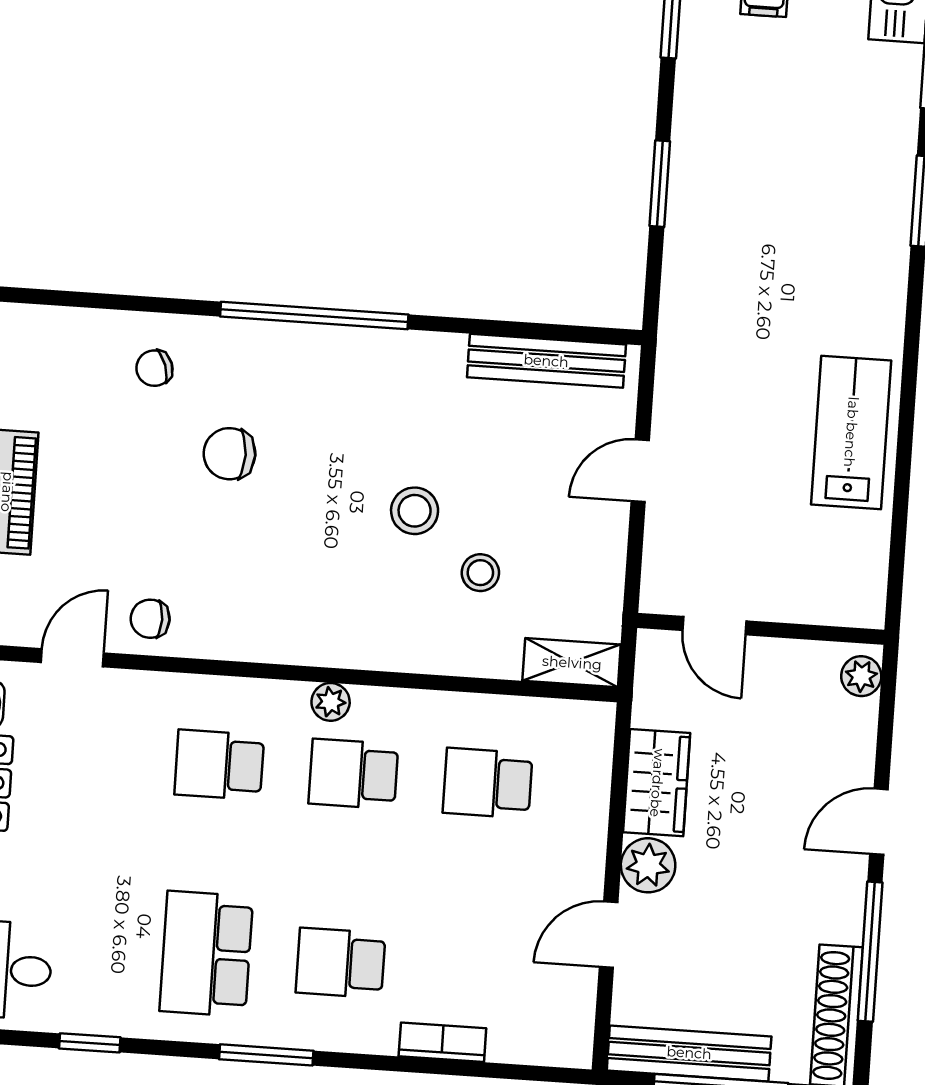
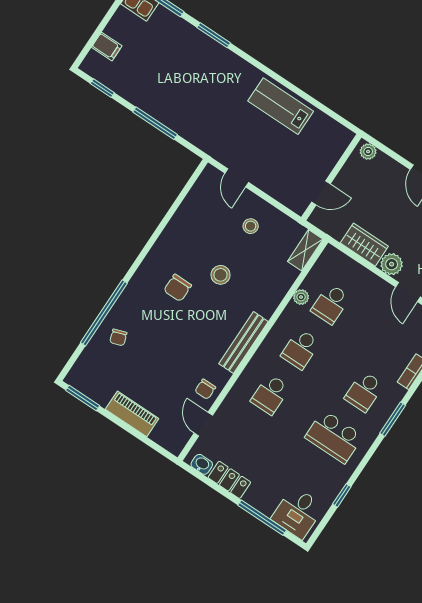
window: (660, 184) -> (155, 123), width x1.44
window: (314, 315) -> (104, 313), moved
bench: (546, 361) -> (243, 343), moved
chair: (229, 454) -> (178, 288), moved
door: (640, 471) -> (237, 178), moved
stool: (480, 573) -> (251, 226), moved
plant: (331, 702) -> (301, 297), moved
window: (266, 1055) -> (393, 419), moved

